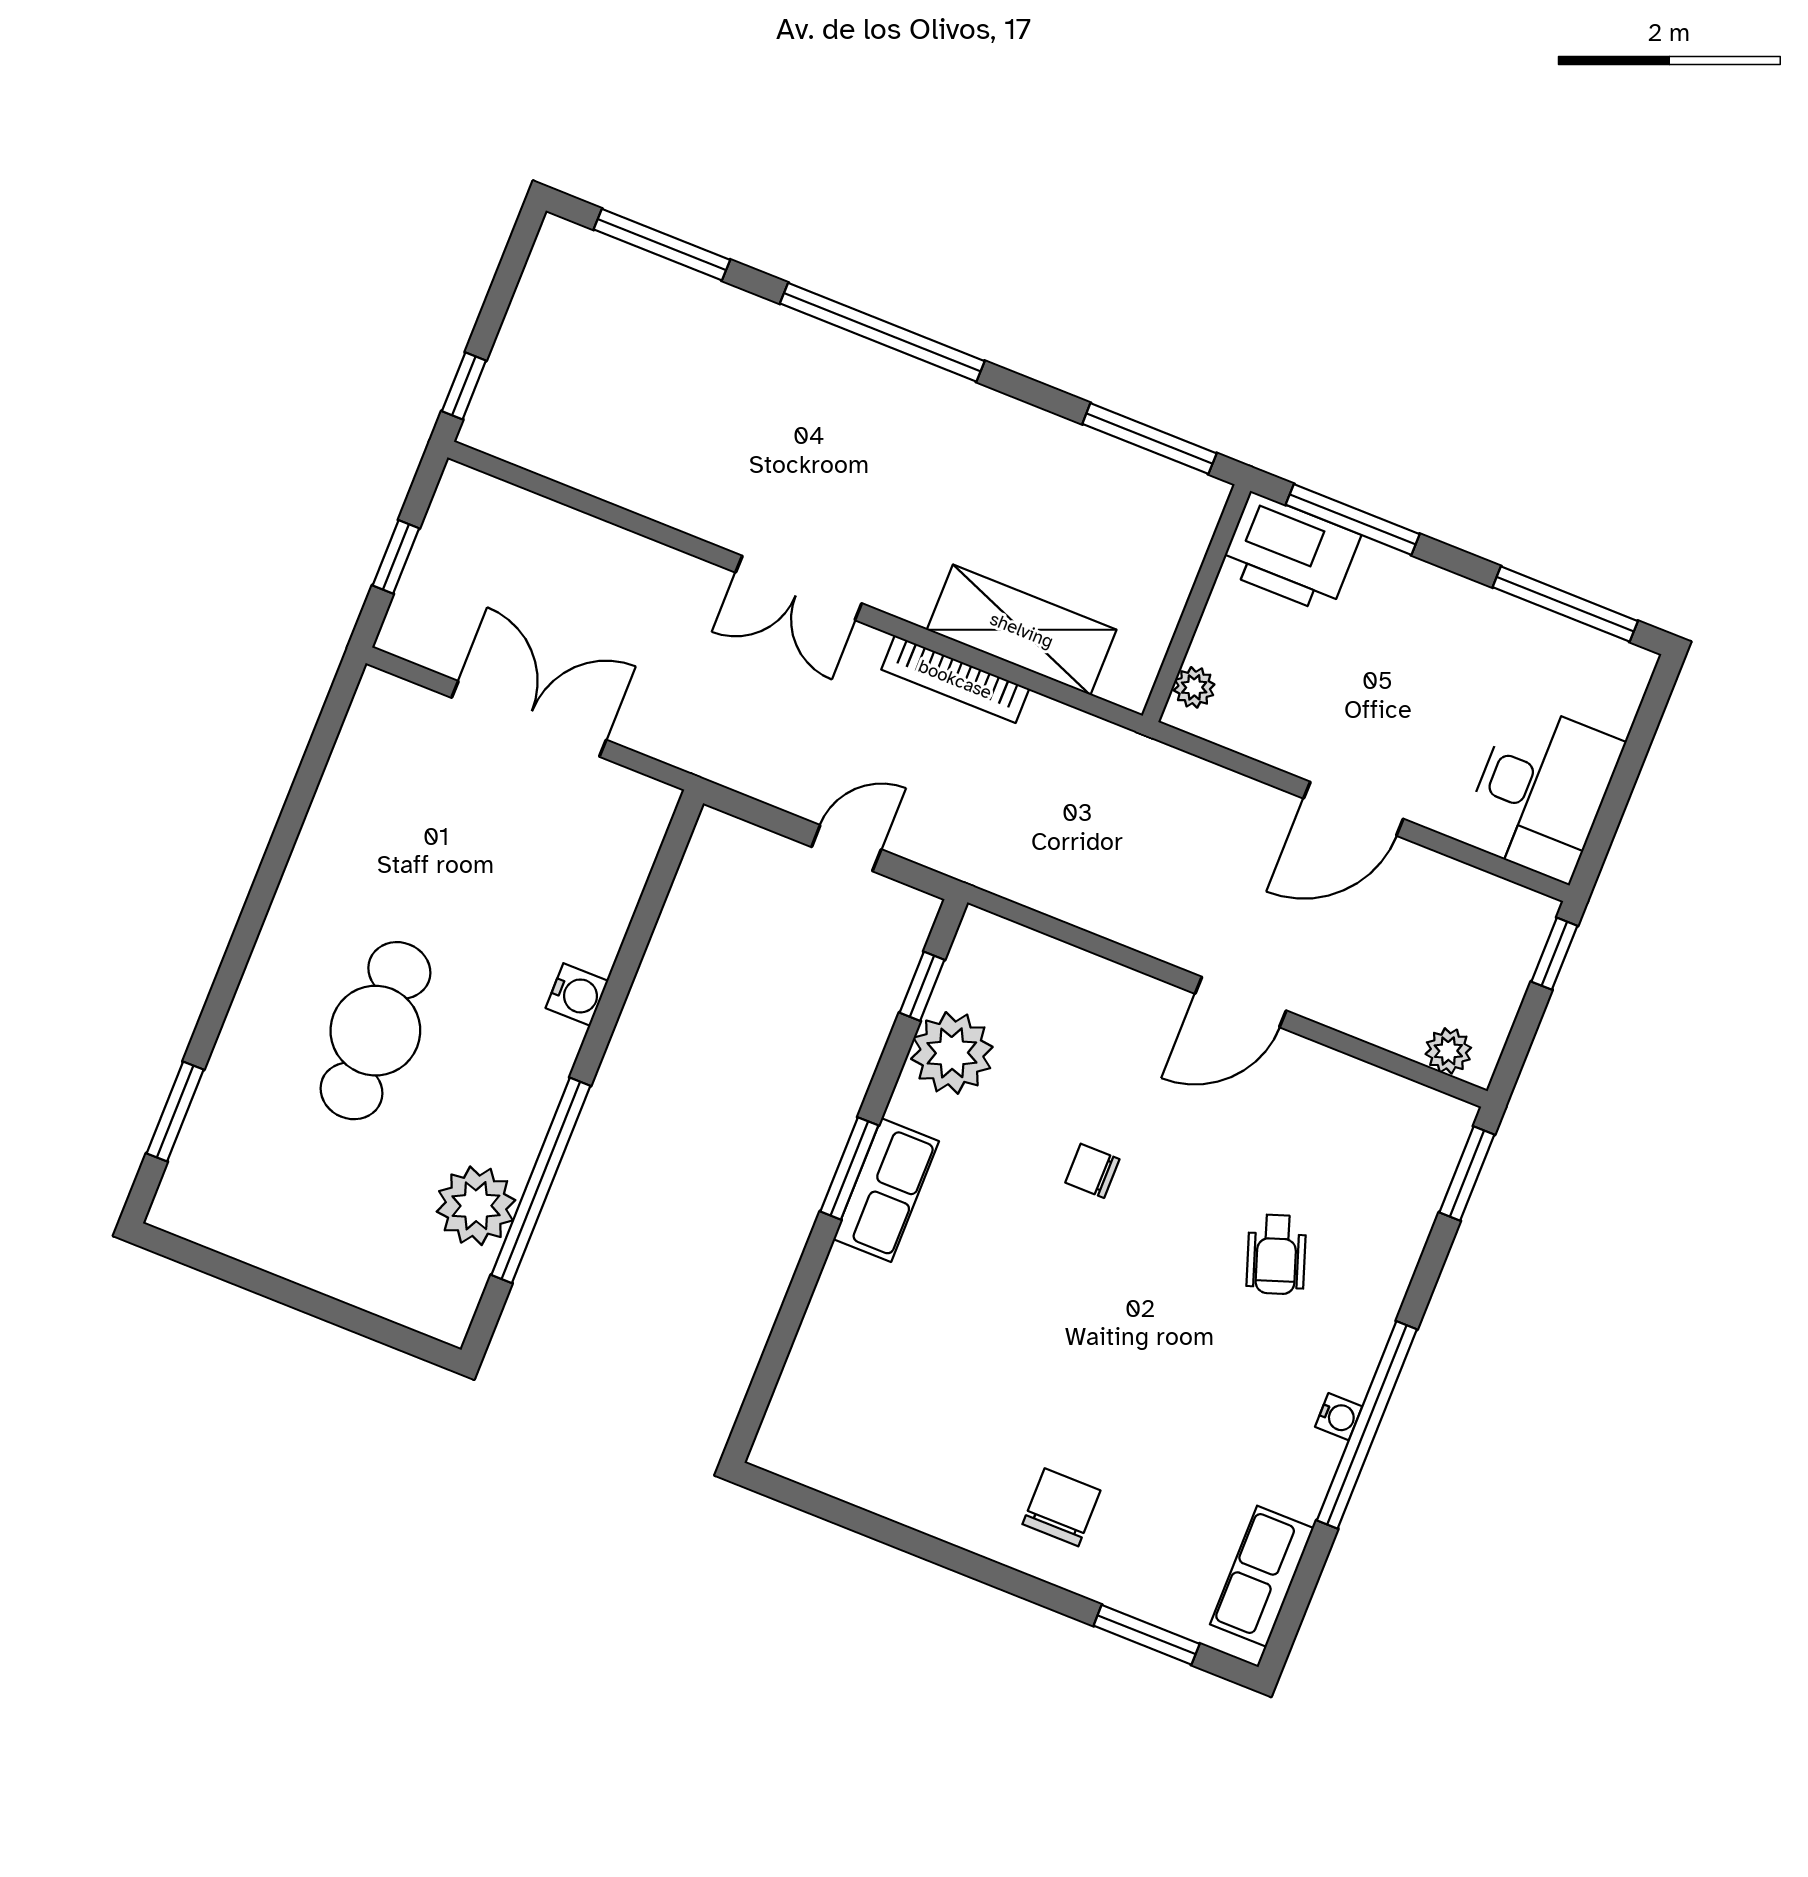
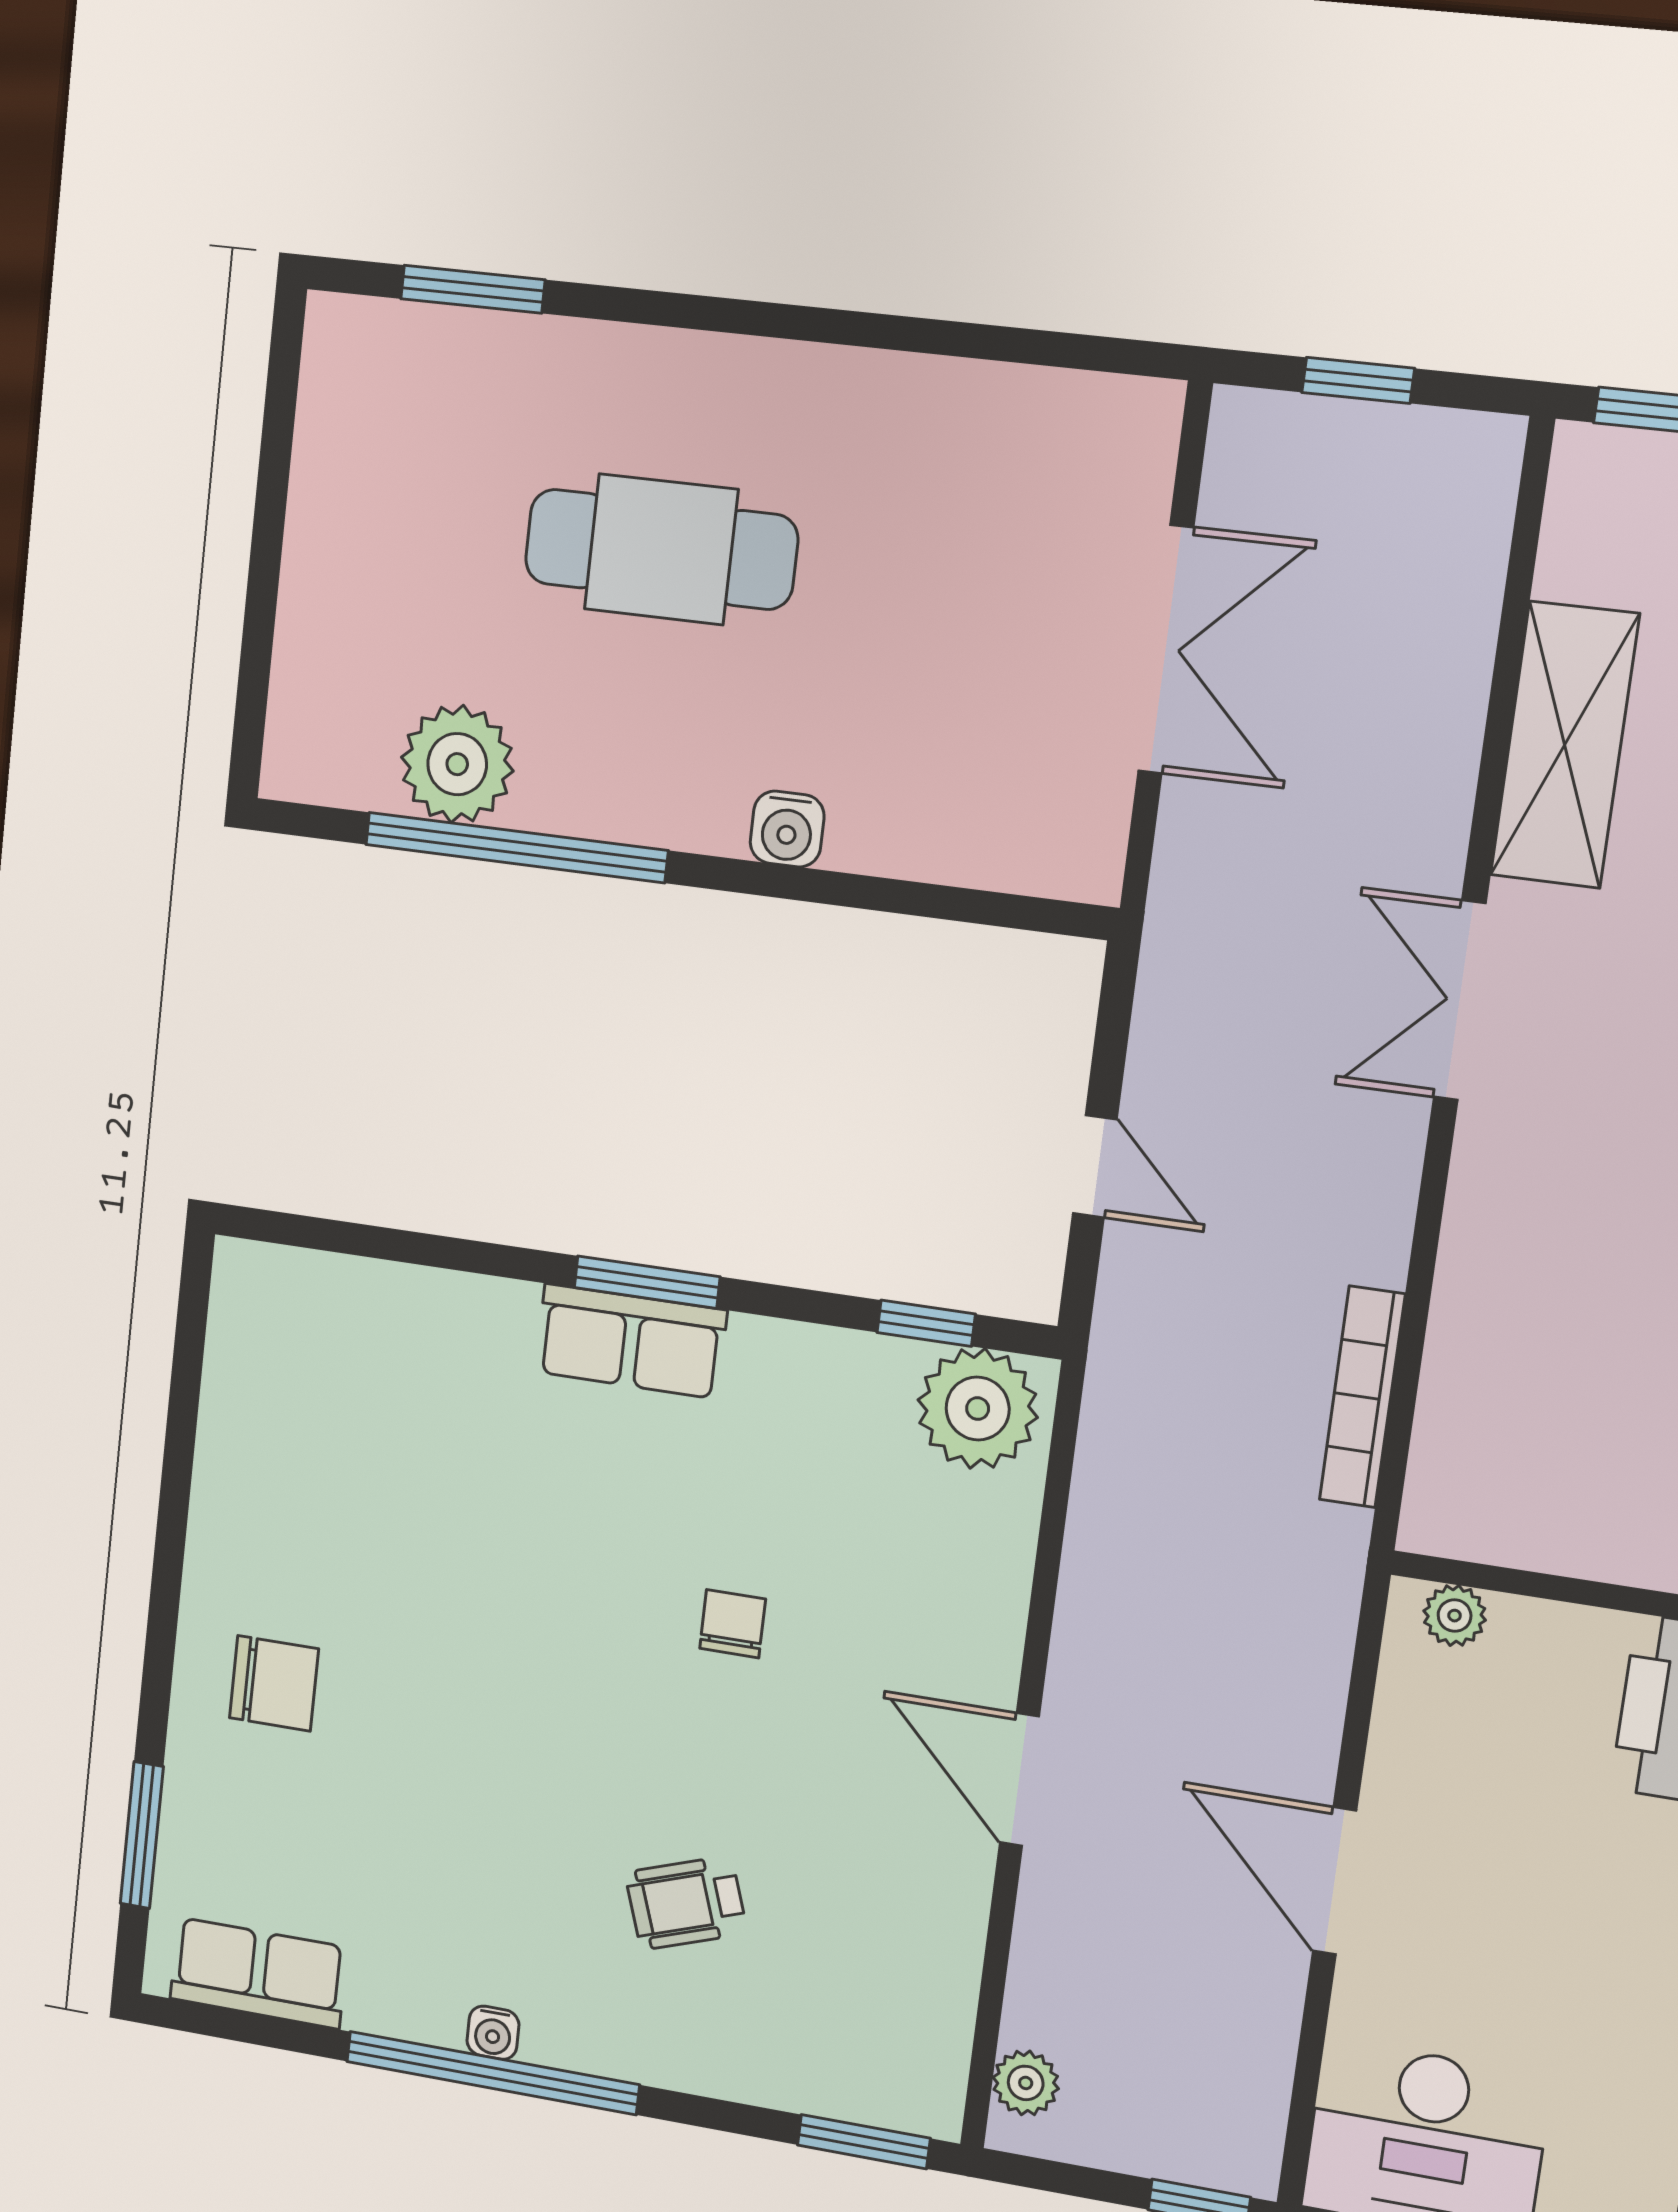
shelving: (1022, 630) -> (1565, 745), moved
bookcase: (955, 679) -> (1362, 1397), moved
plant: (952, 1053) -> (978, 1409), moved

